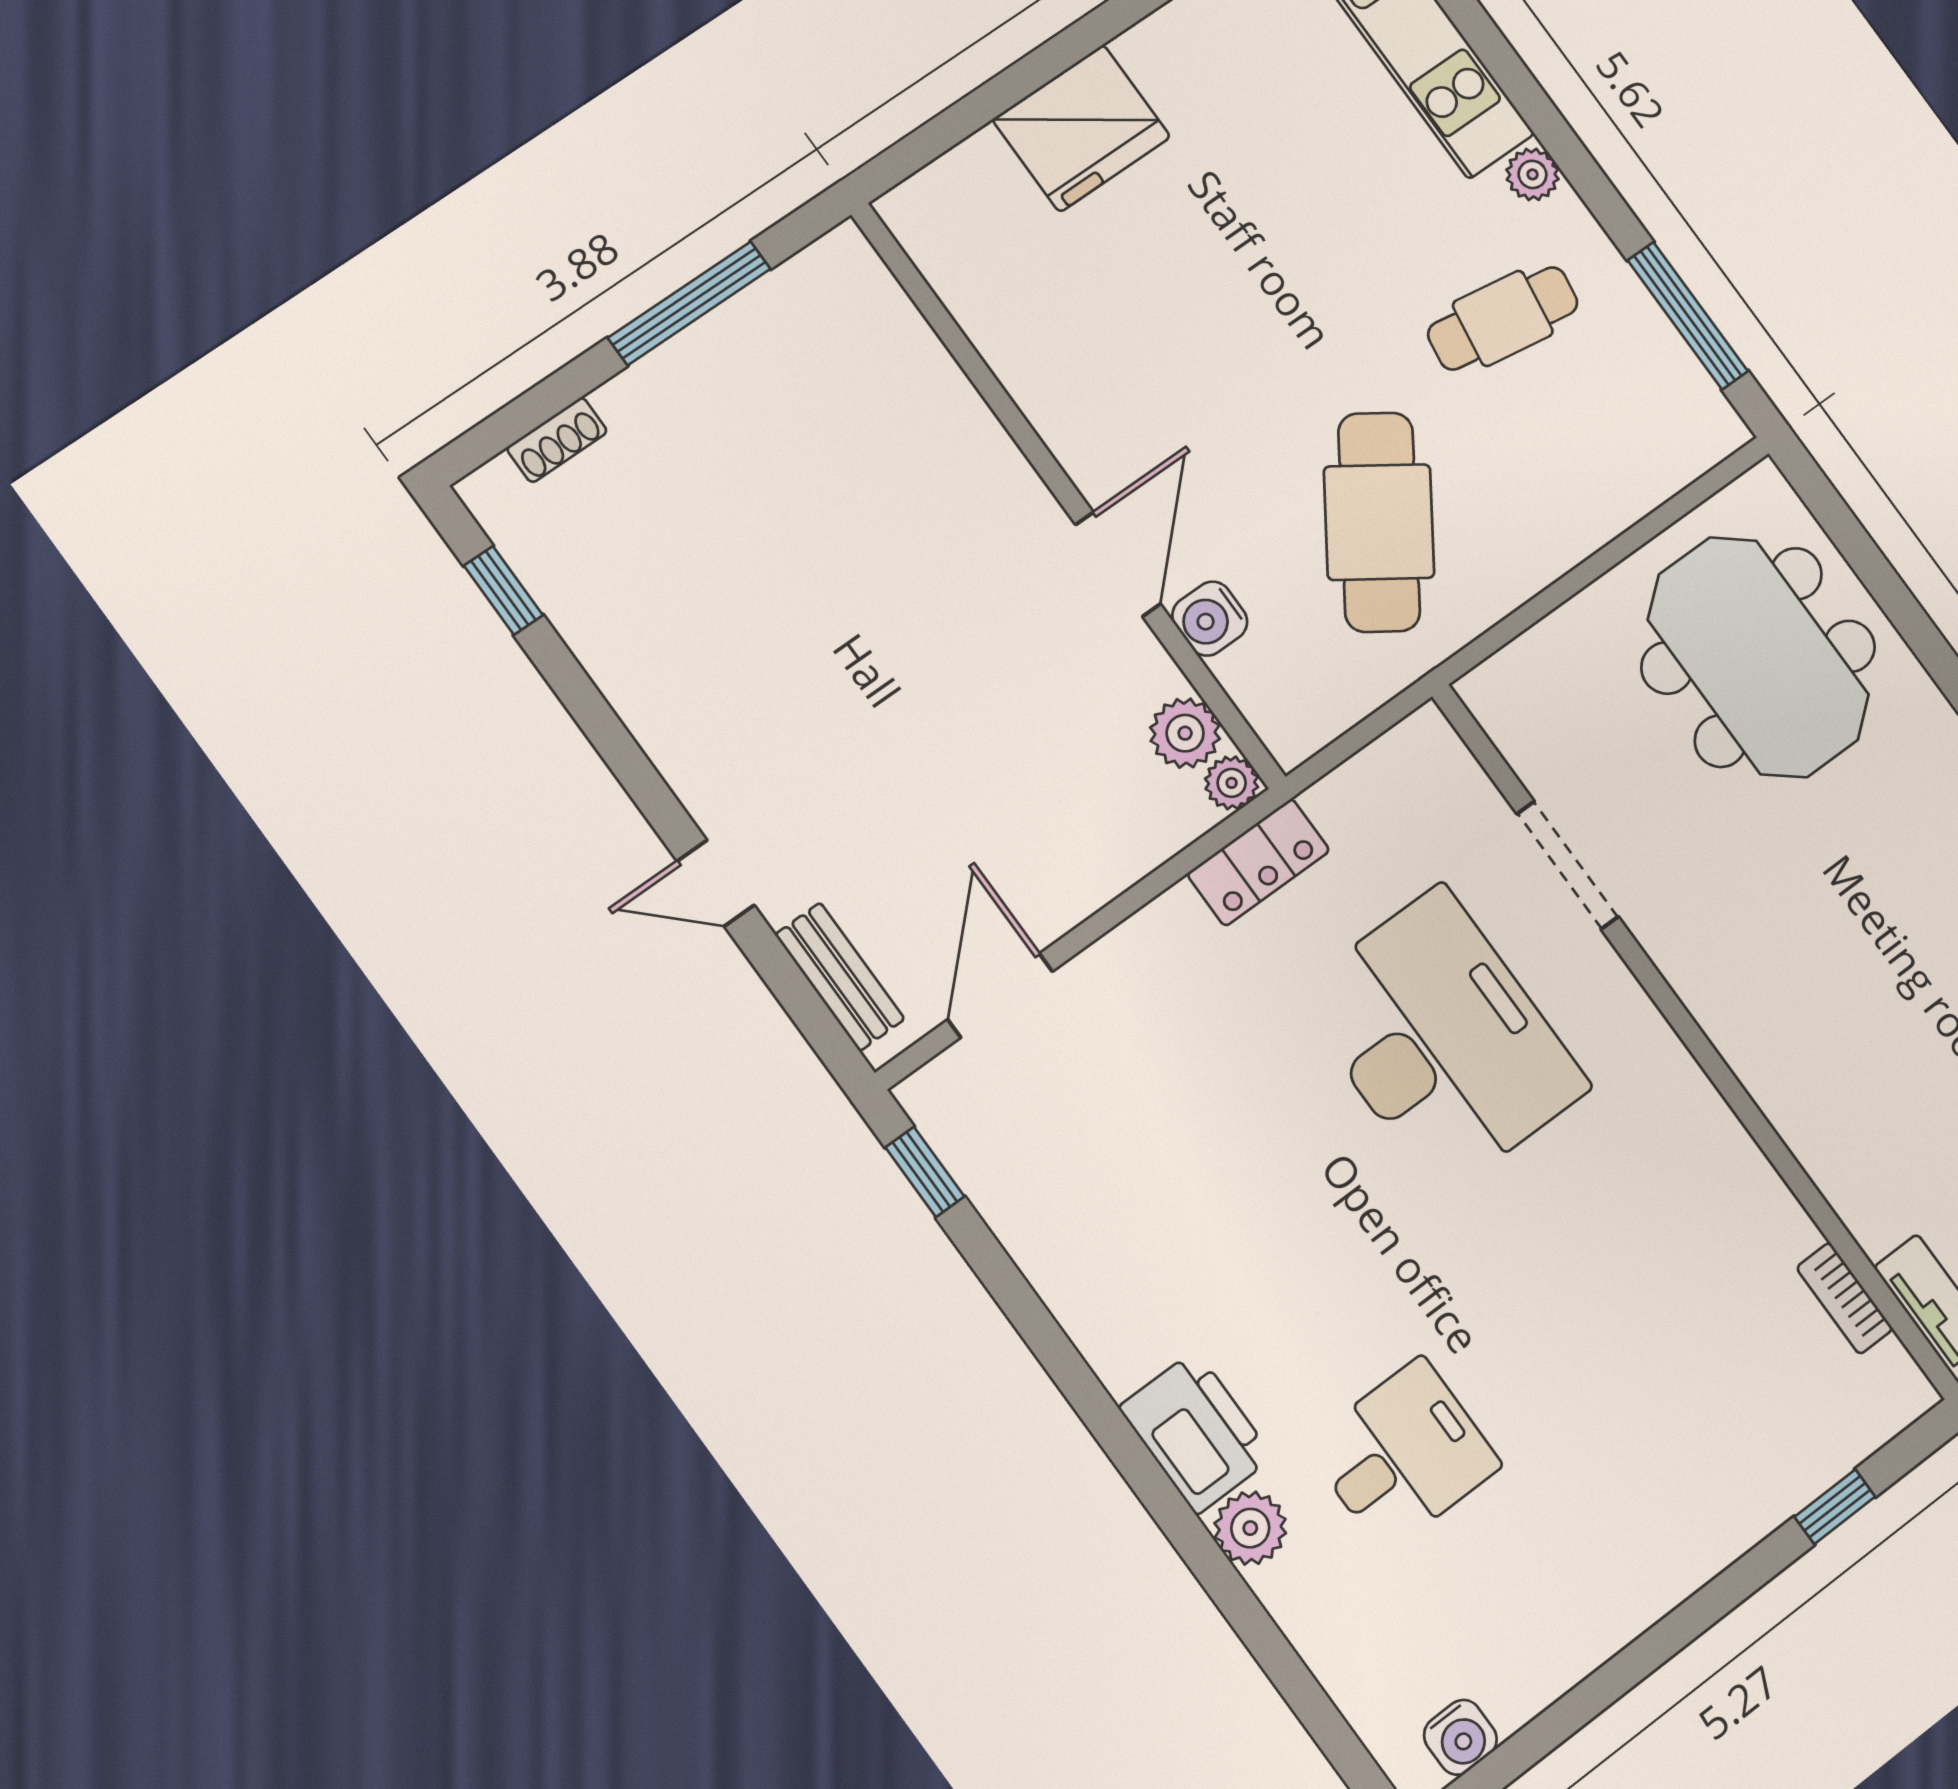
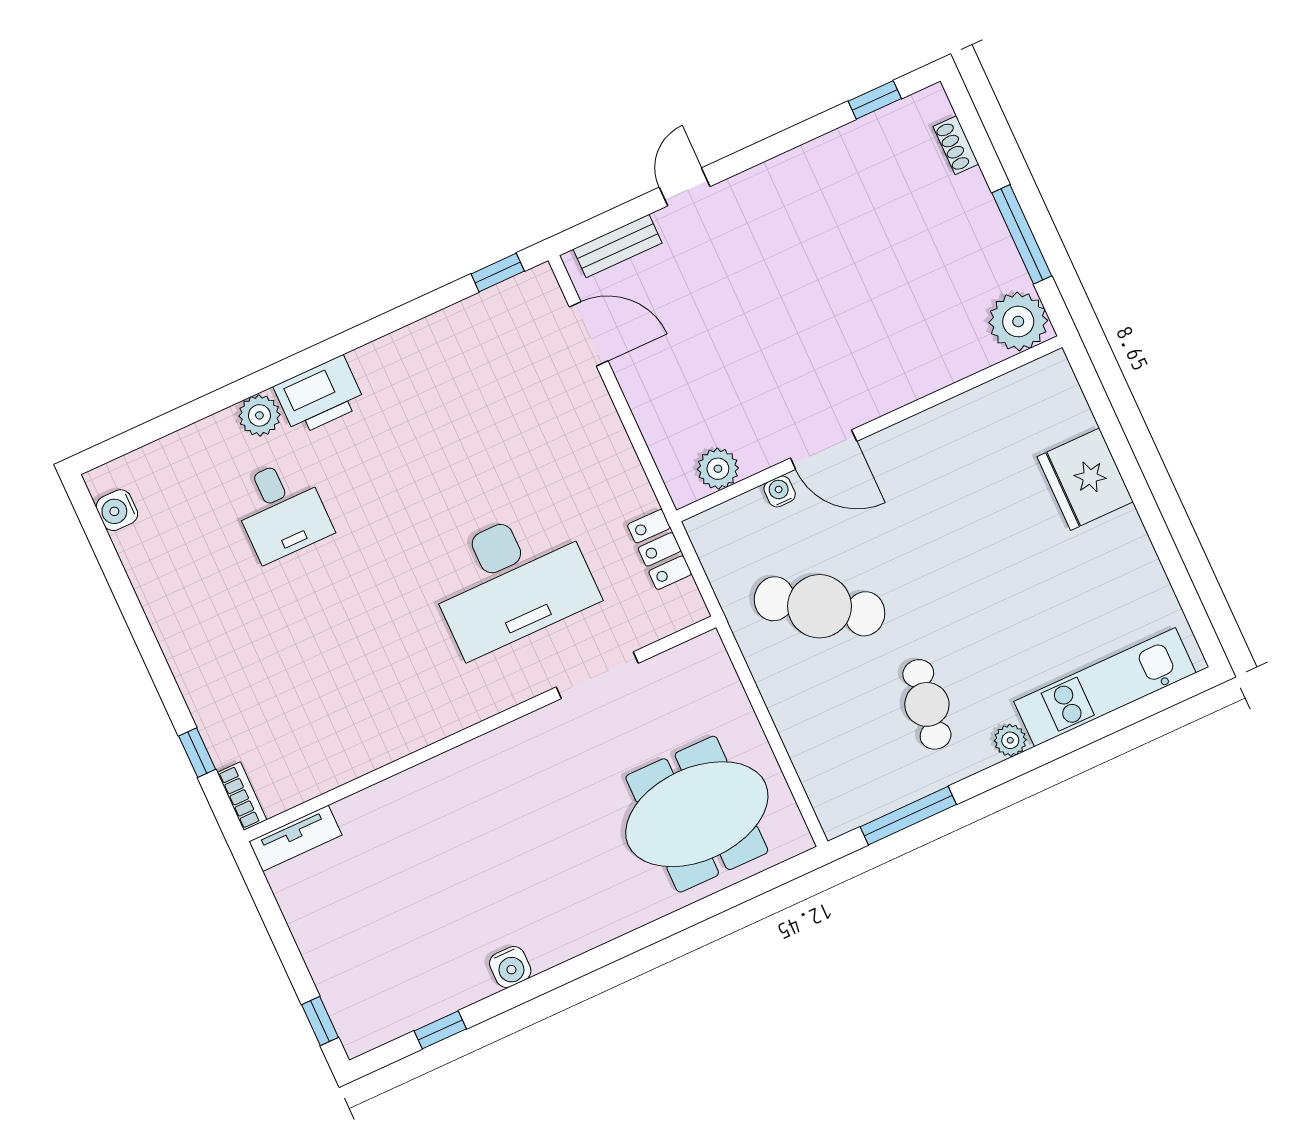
water cooler: (1210, 619) -> (780, 491), width x0.72, depth x0.72
plant: (1232, 783) -> (1018, 321), moved, width x1.88, depth x1.88
locker: (1258, 862) -> (659, 549), moved
bookcase: (1845, 1298) -> (242, 796), moved, turned 90

